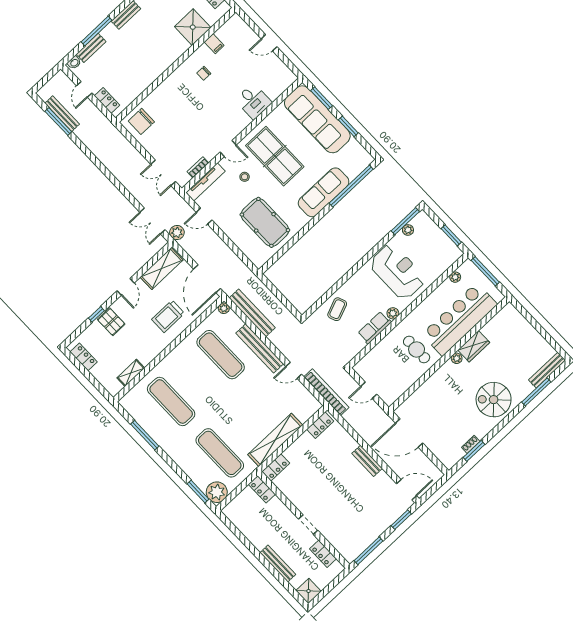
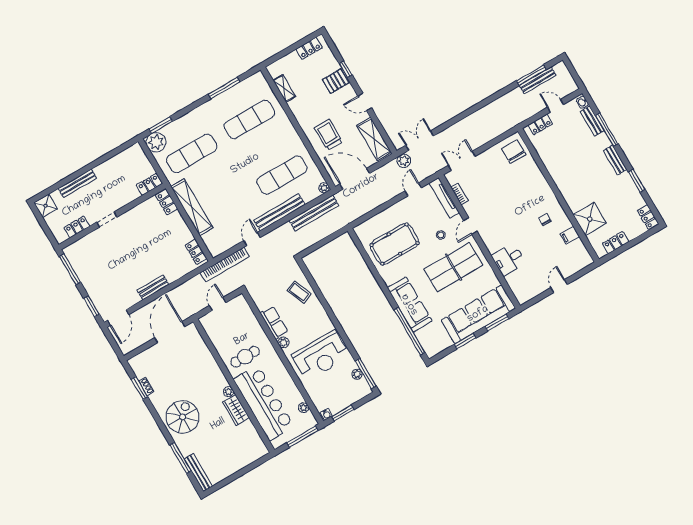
water cooler: (457, 252) -> (326, 414), added

